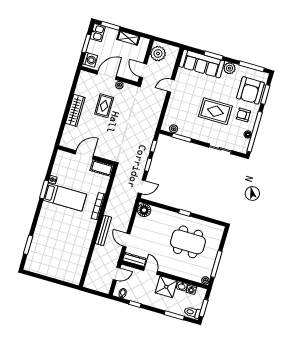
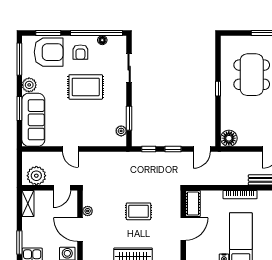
shelving: (128, 38) -> (28, 204), moved
rug: (104, 106) -> (138, 211), moved
rug: (215, 111) -> (86, 87), turned 90
door: (84, 155) -> (183, 229), swing flipped
door: (142, 187) -> (202, 149), swing flipped

